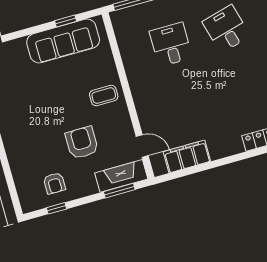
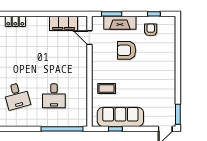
coffee table: (104, 96) -> (107, 88), moved
armchair: (82, 143) -> (127, 50), turned 90
fireplace: (121, 176) -> (120, 23), moved

